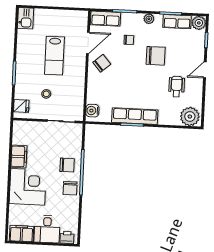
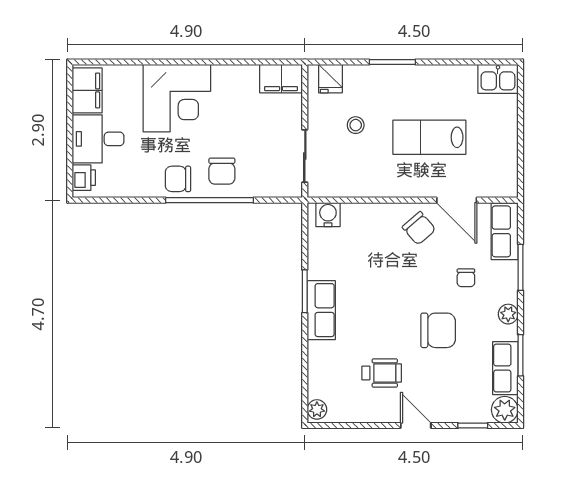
chair: (156, 56) -> (438, 330), turned -90
row of seats: (135, 116) -> (321, 310), width x0.68
plant: (190, 117) -> (317, 409), width x0.53, depth x0.53
filing cabinet: (19, 156) -> (281, 79), moved

